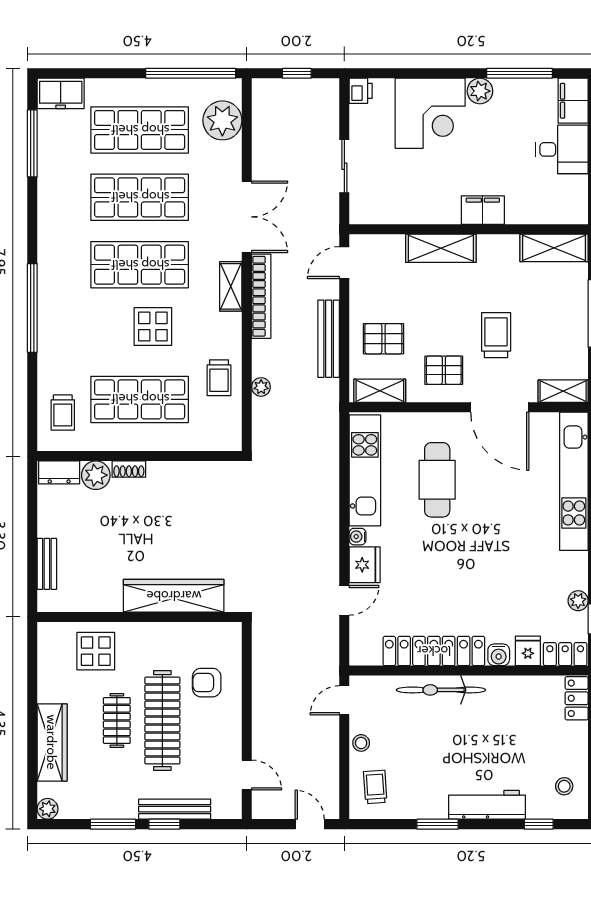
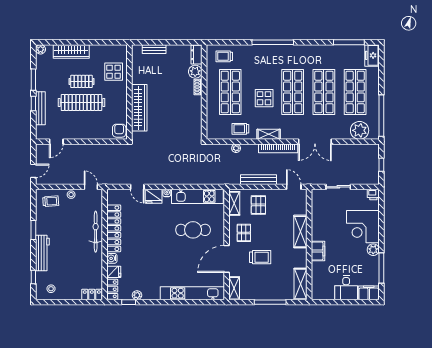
shelving: (231, 286) -> (269, 134), moved
armchair: (207, 683) -> (119, 131), moved

